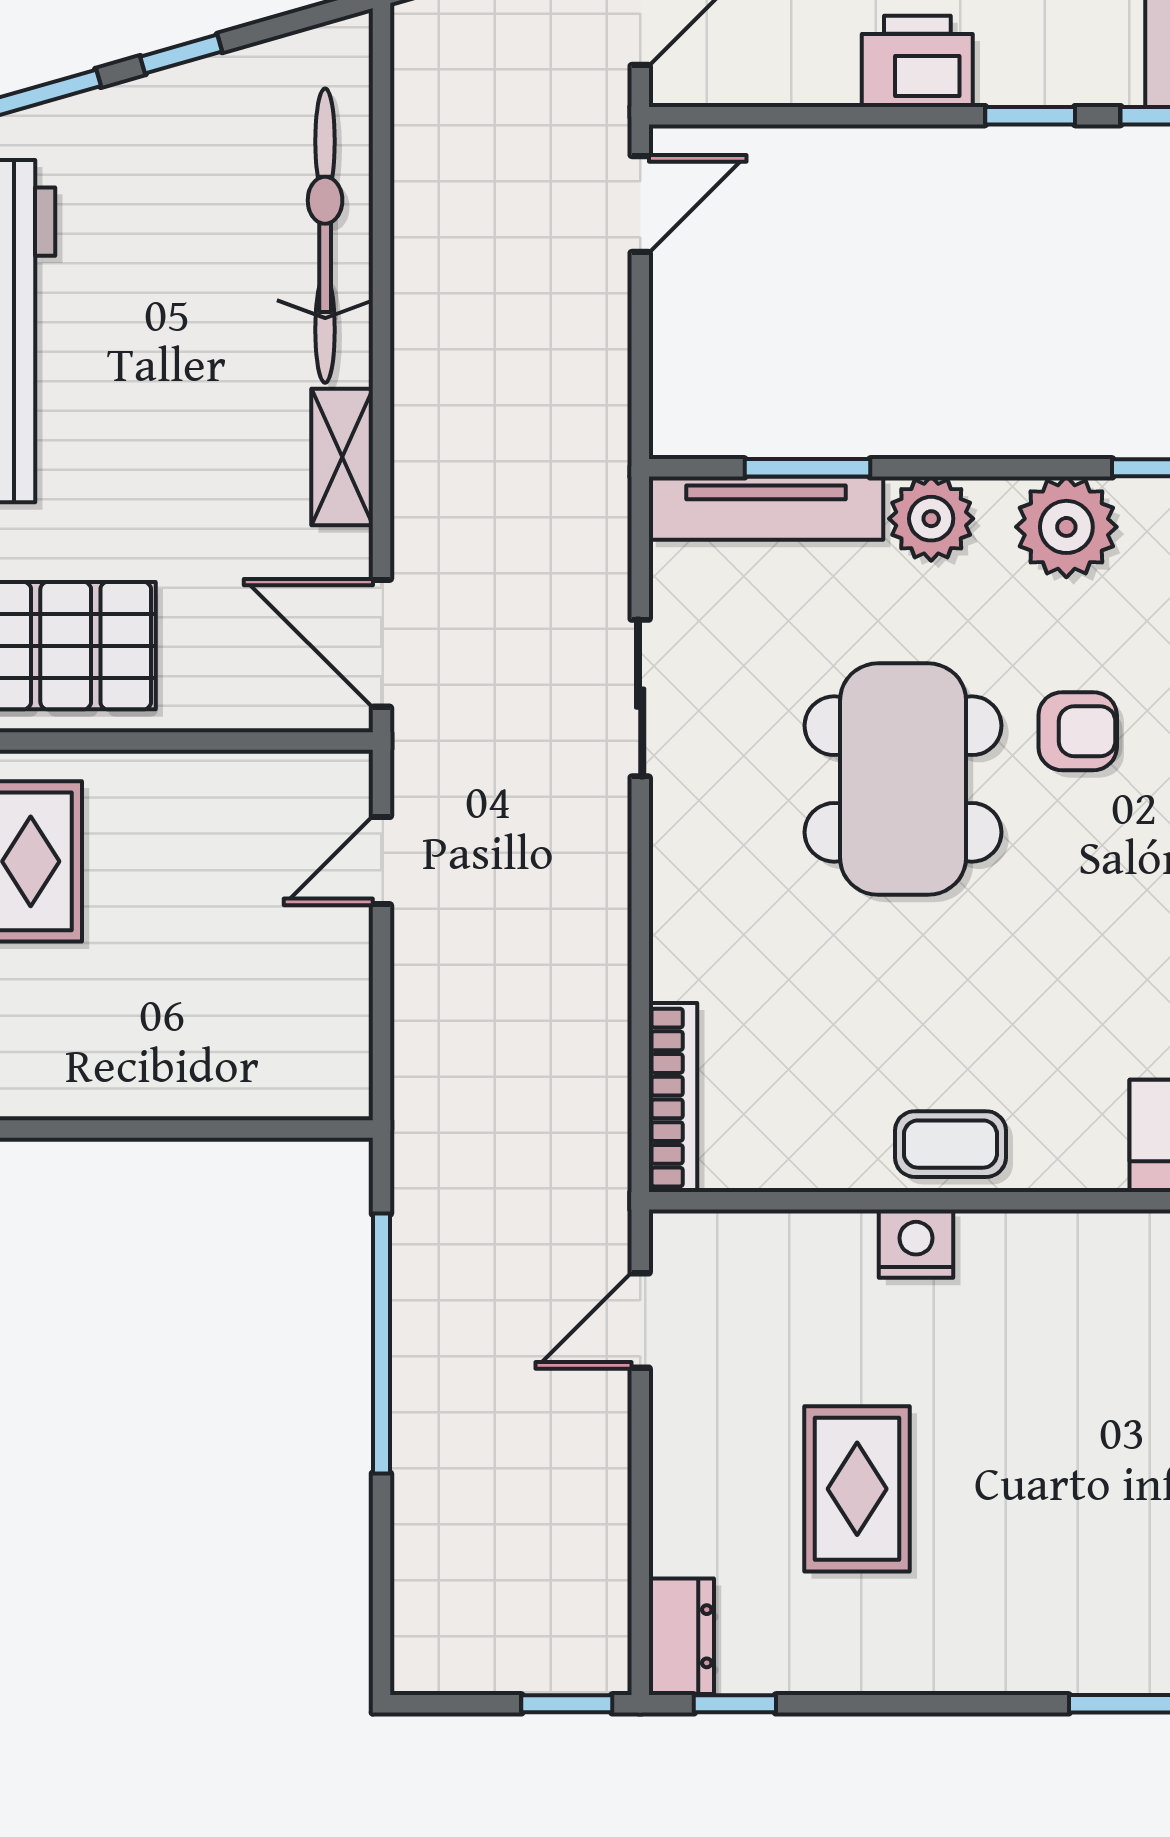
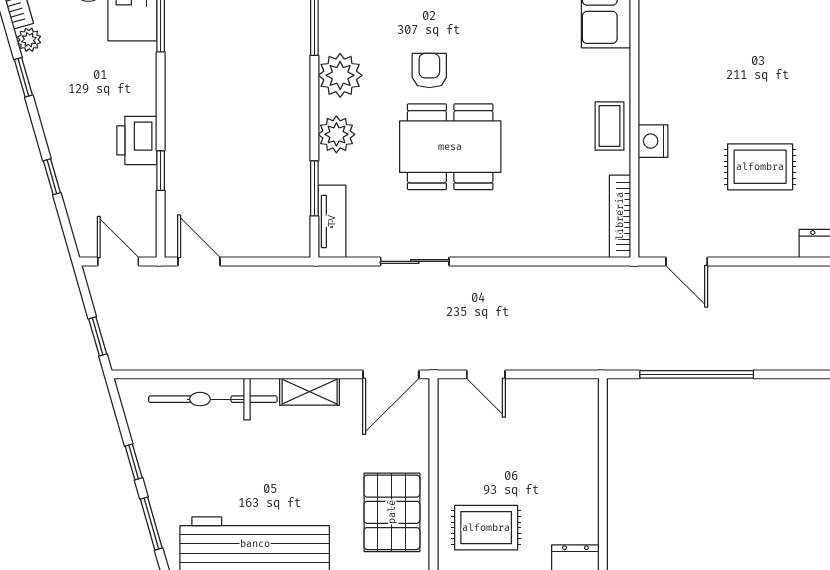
window: (1030, 116) -> (161, 171), moved
tv unit: (766, 508) -> (332, 221), width x0.71
bookcase: (673, 1098) -> (620, 216), moved, turned -90

